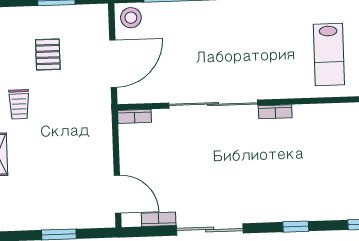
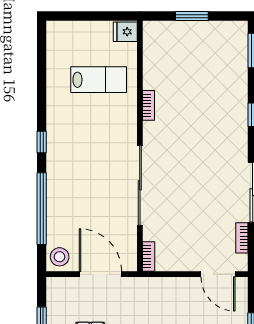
bookcase: (275, 112) -> (148, 105), moved
door: (117, 194) -> (218, 274), swing flipped

